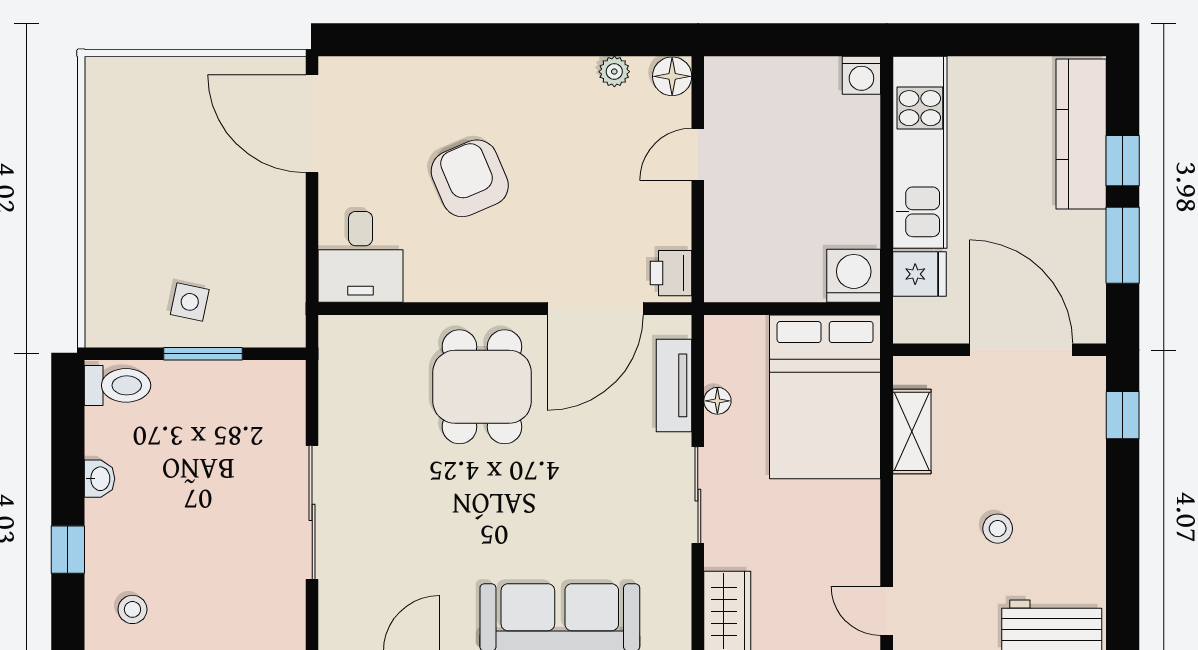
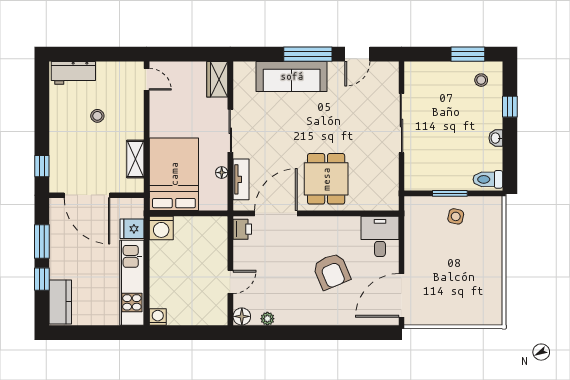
door: (312, 124) -> (401, 295), swing flipped
kitchen counter: (1081, 134) -> (60, 302), width x0.67

